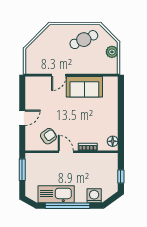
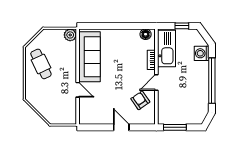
plant: (112, 52) -> (70, 35), moved
sofa: (84, 87) -> (89, 57), width x1.36
kitchen sink: (56, 194) -> (166, 48), moved, turned 180

